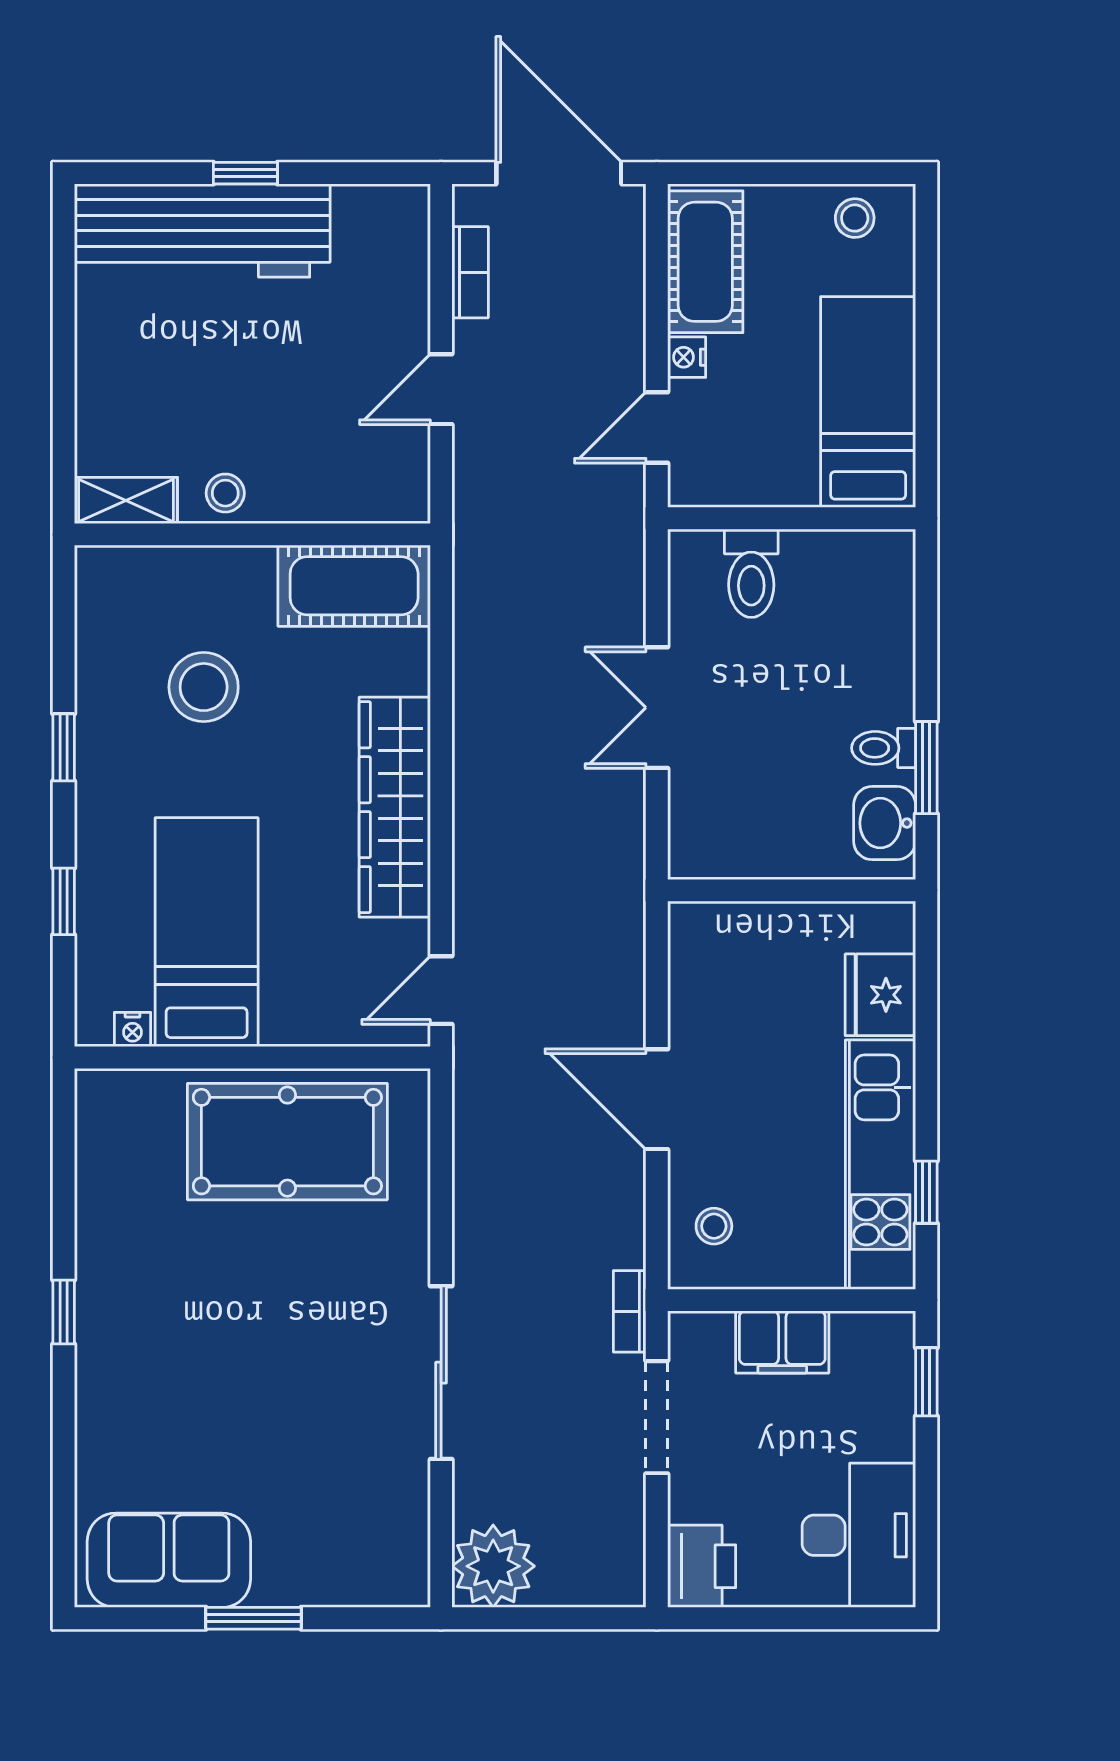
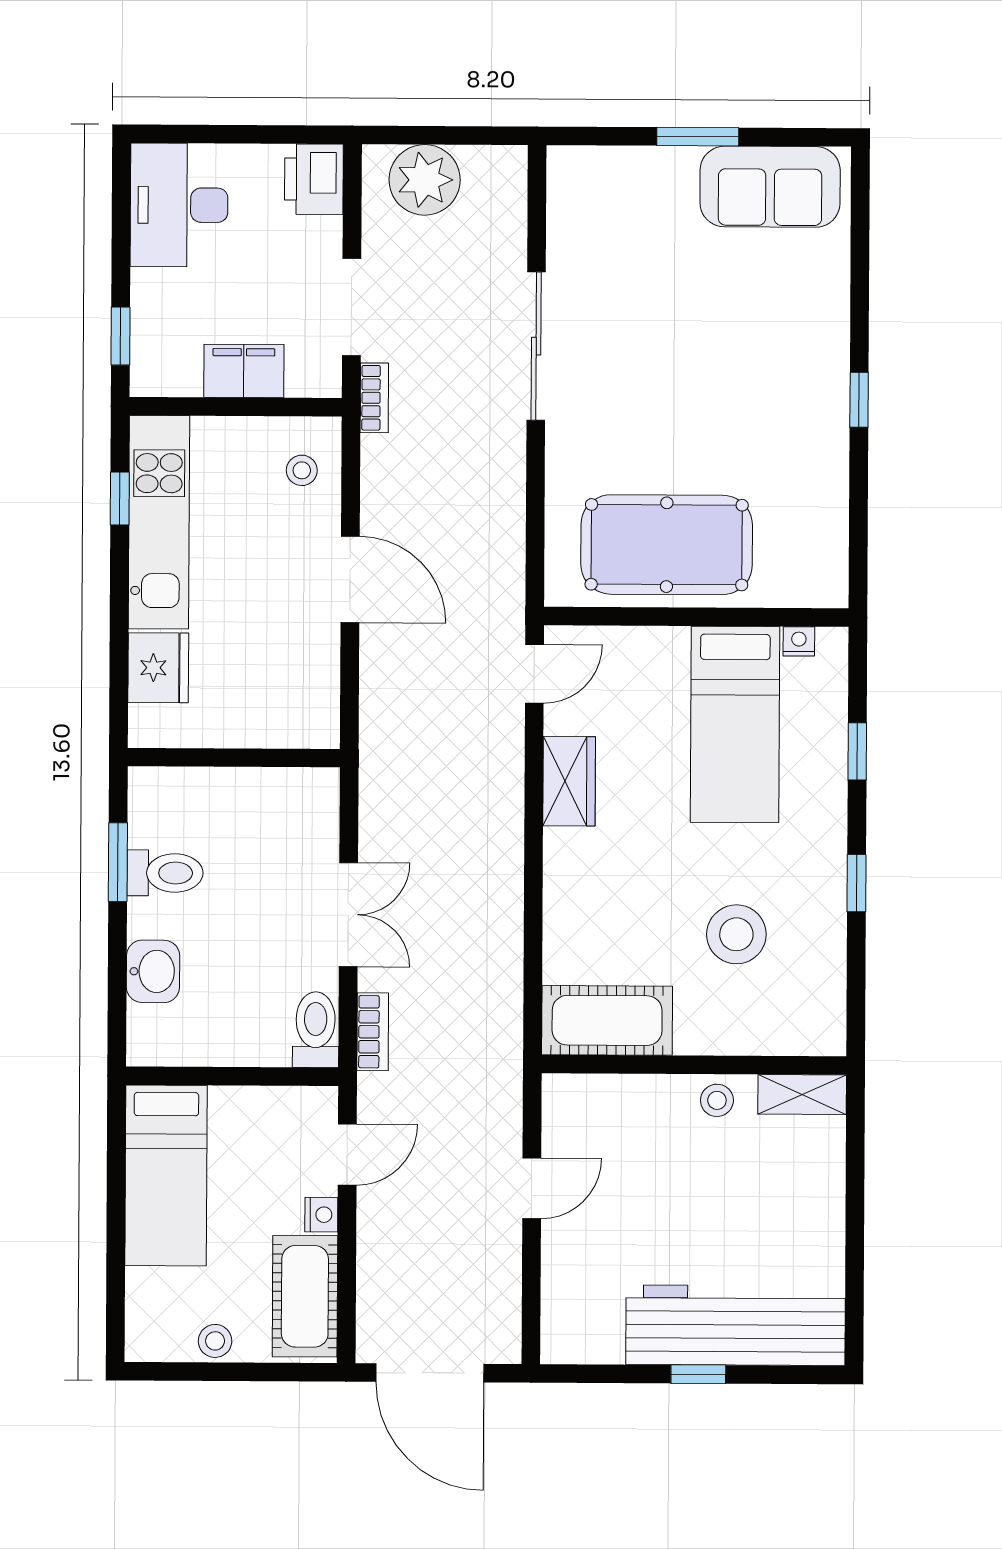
stool: (855, 218) -> (215, 1341), moved
bookcase: (470, 272) -> (373, 1032), moved, turned 180
toilet: (751, 573) -> (316, 1030), moved
toilet: (884, 748) -> (165, 873), width x1.37, depth x1.39
wardrobe: (395, 807) -> (569, 781), width x0.48, depth x0.85
washbasin: (885, 823) -> (153, 971), moved
plant: (493, 1566) -> (425, 180), moved

